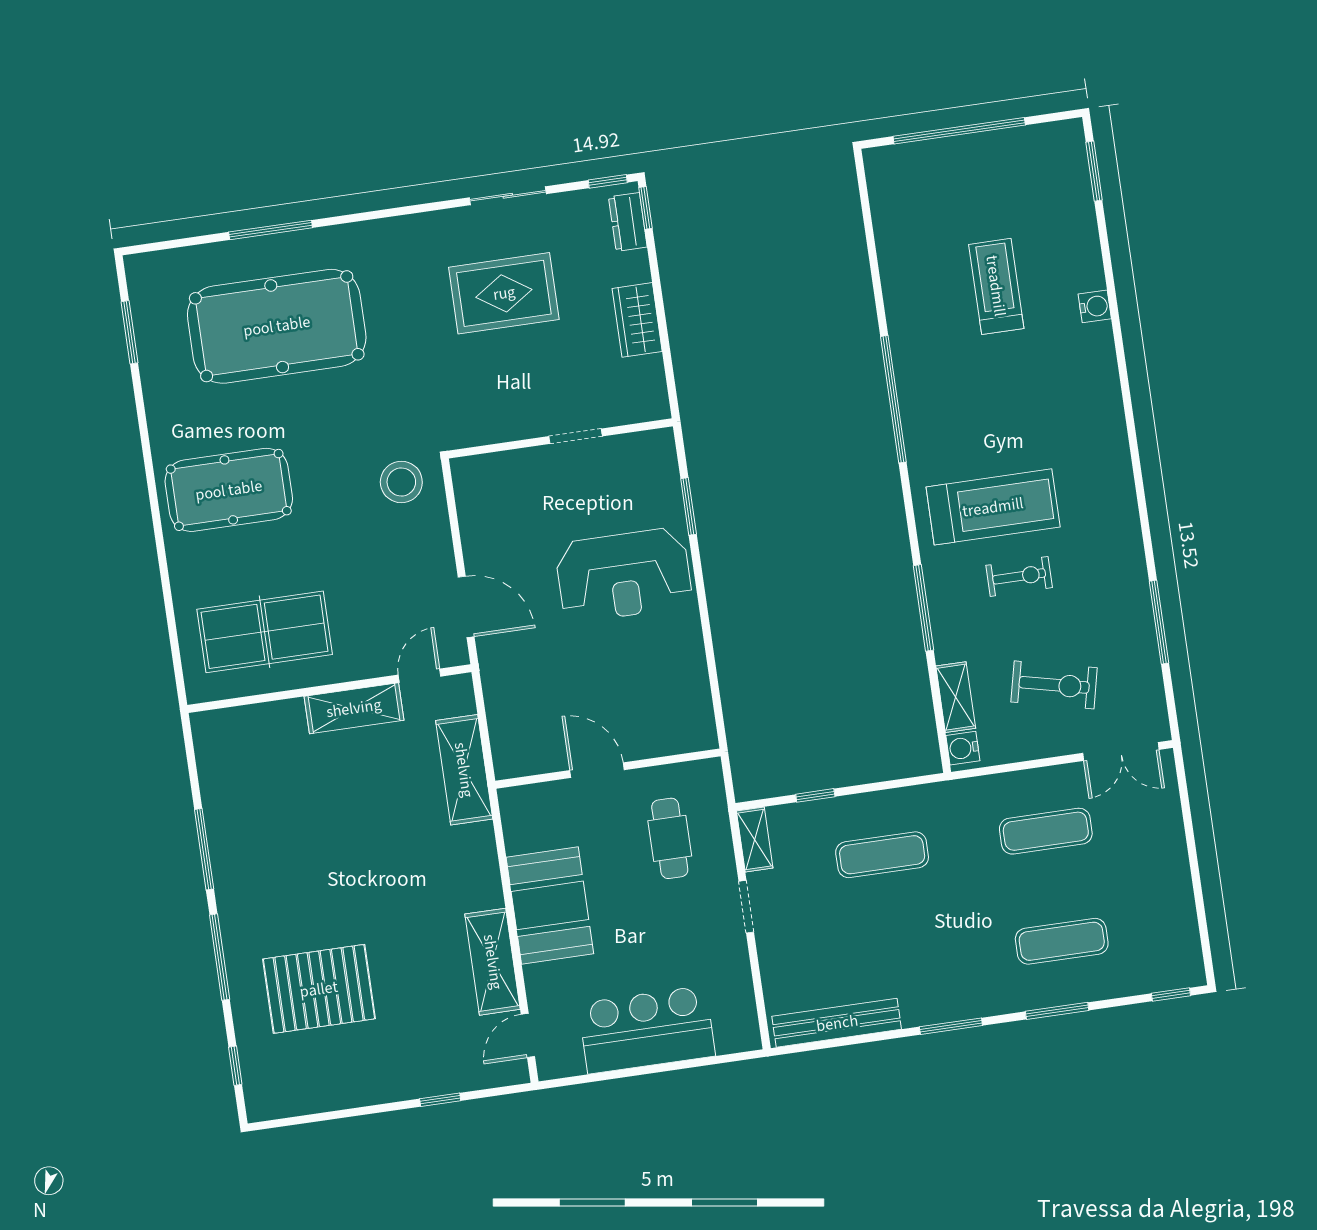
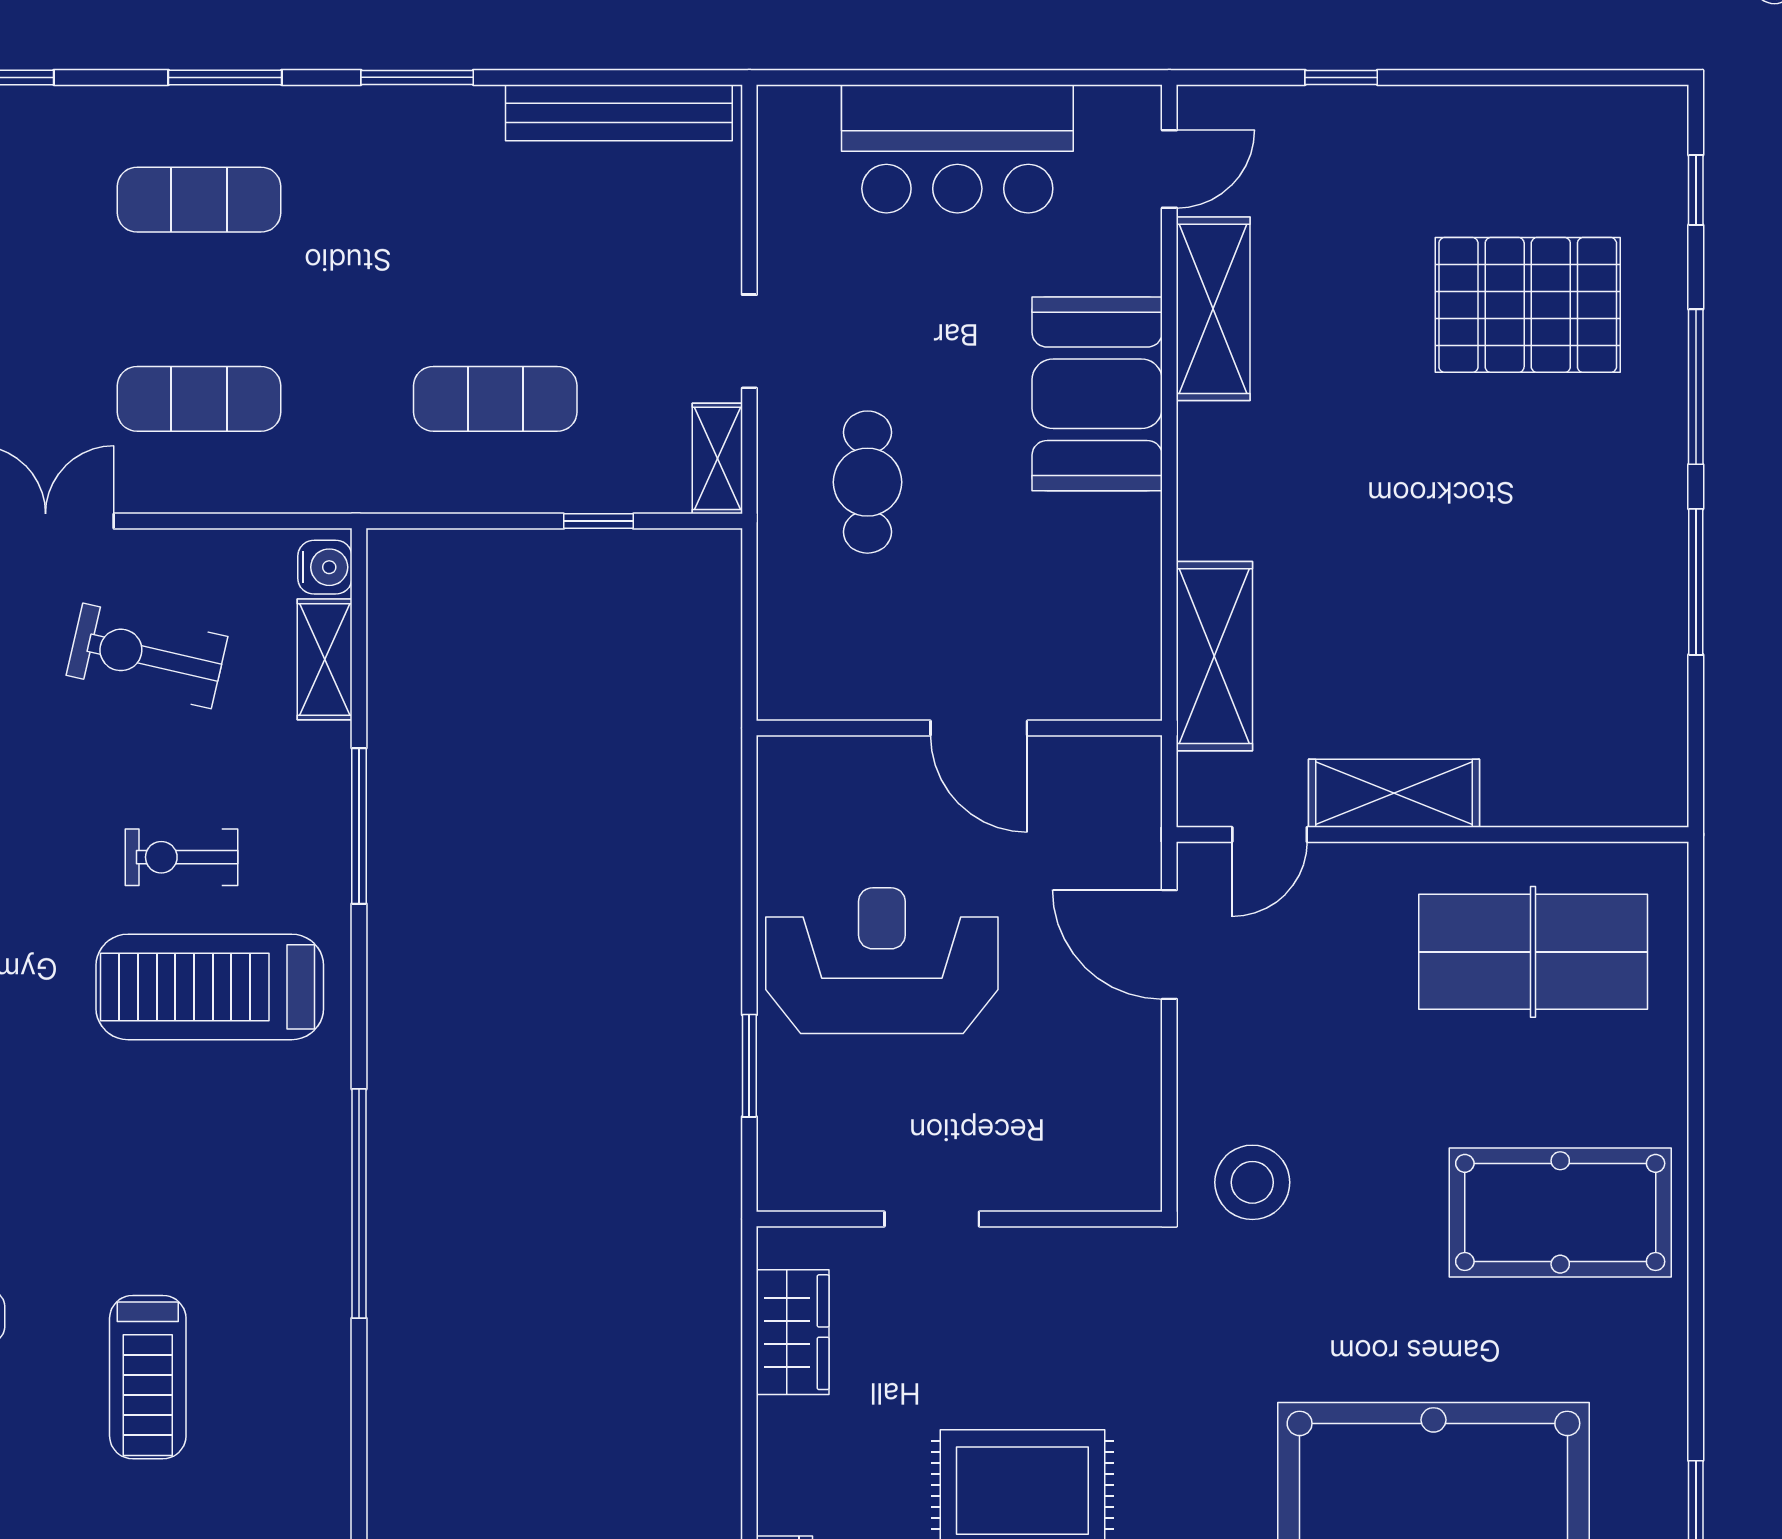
wardrobe: (637, 320) -> (793, 1332), moved
wall: (608, 769) -> (959, 728), moved
door: (597, 770) -> (979, 728), moved

